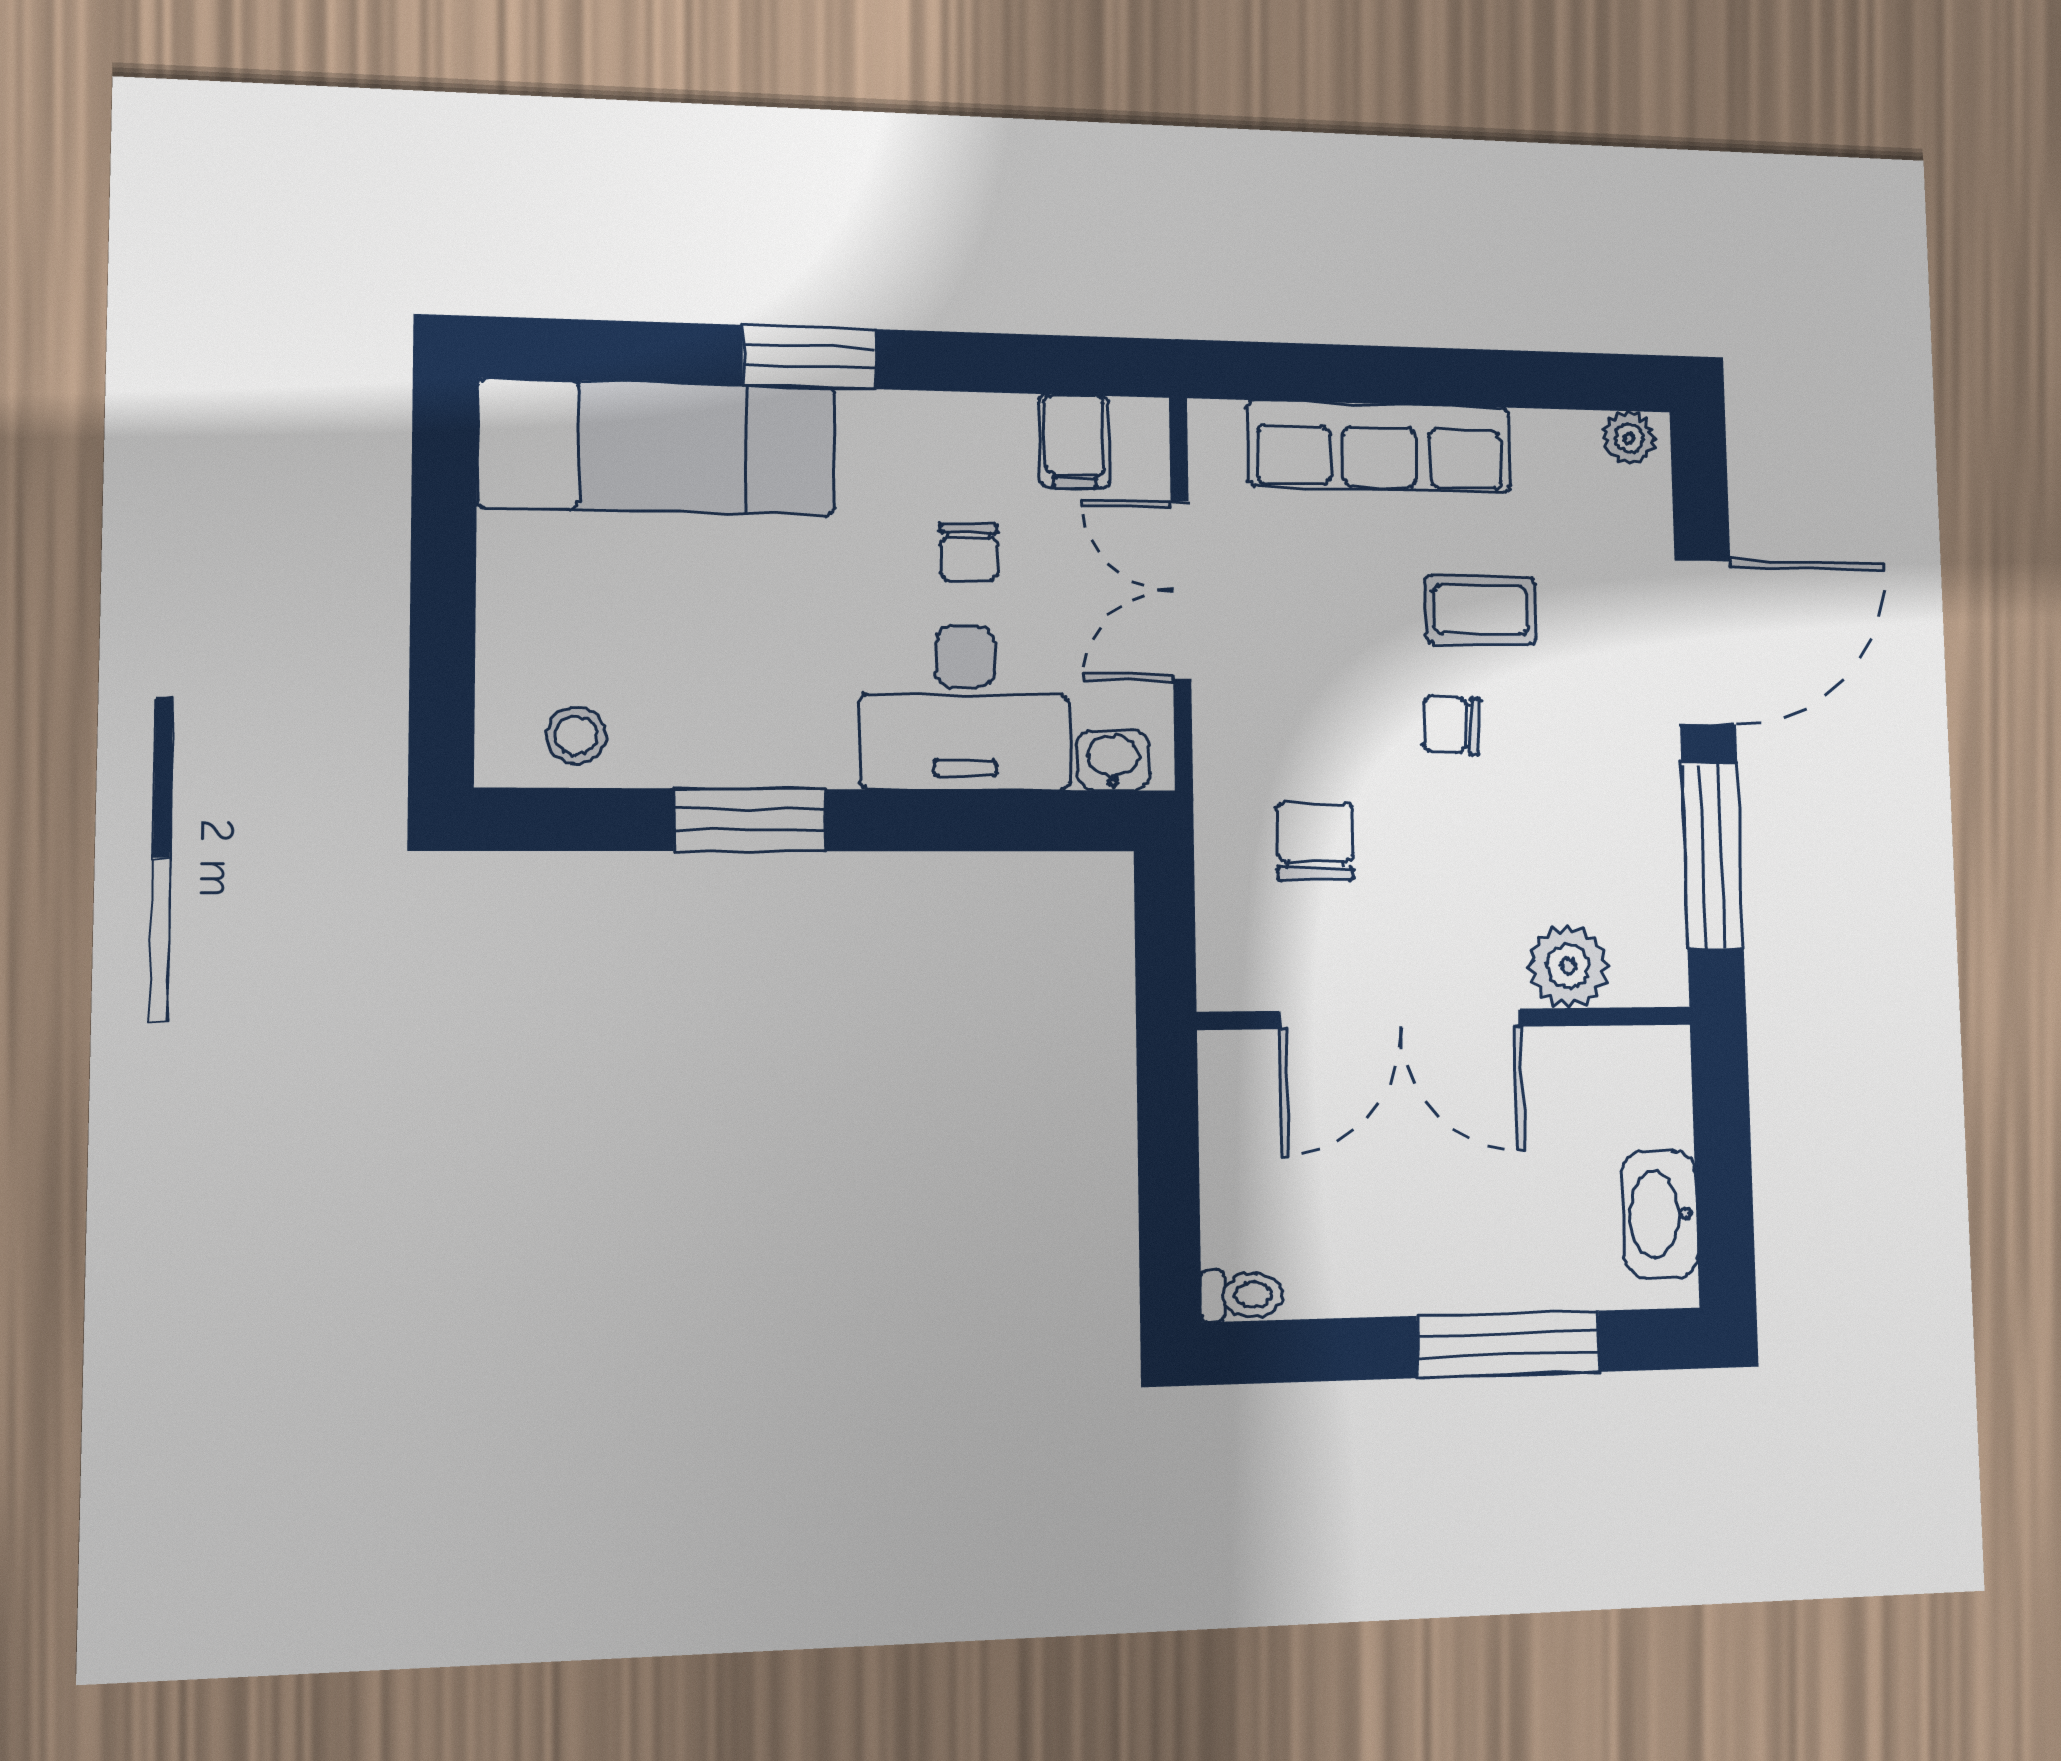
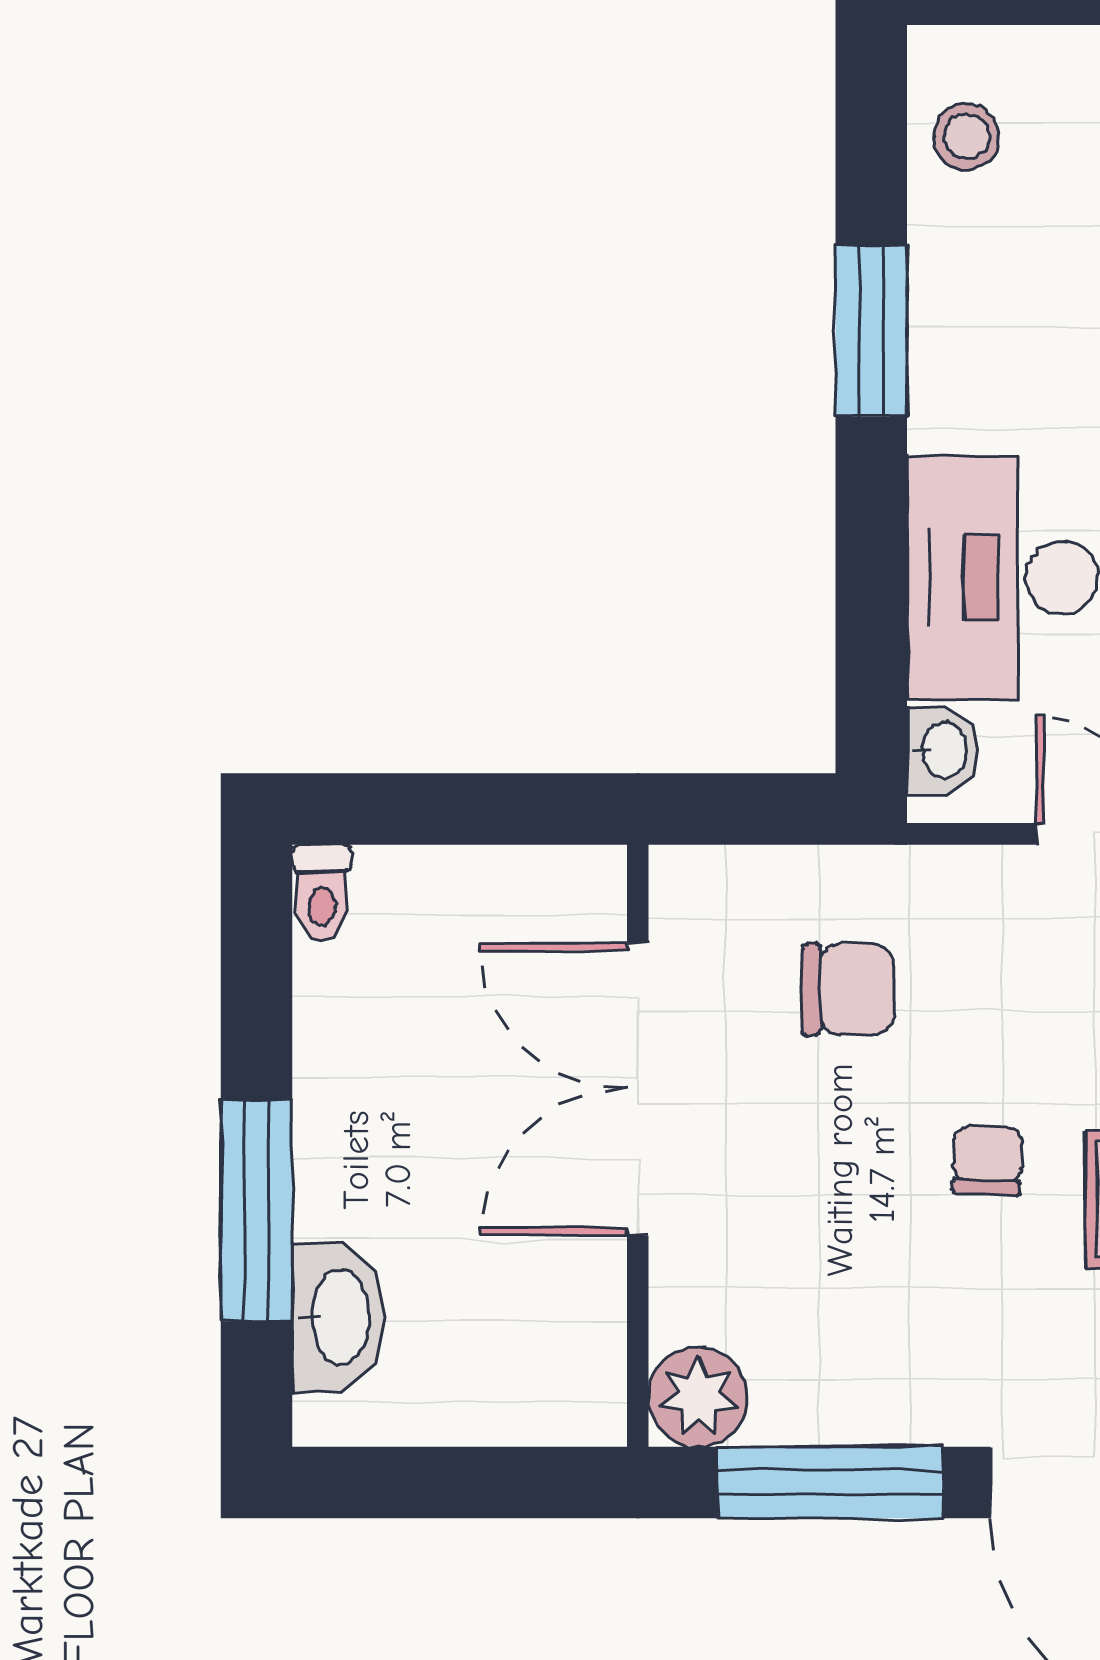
plant: (1568, 966) -> (698, 1397), moved
washbasin: (1660, 1214) -> (338, 1317), moved, turned 90

